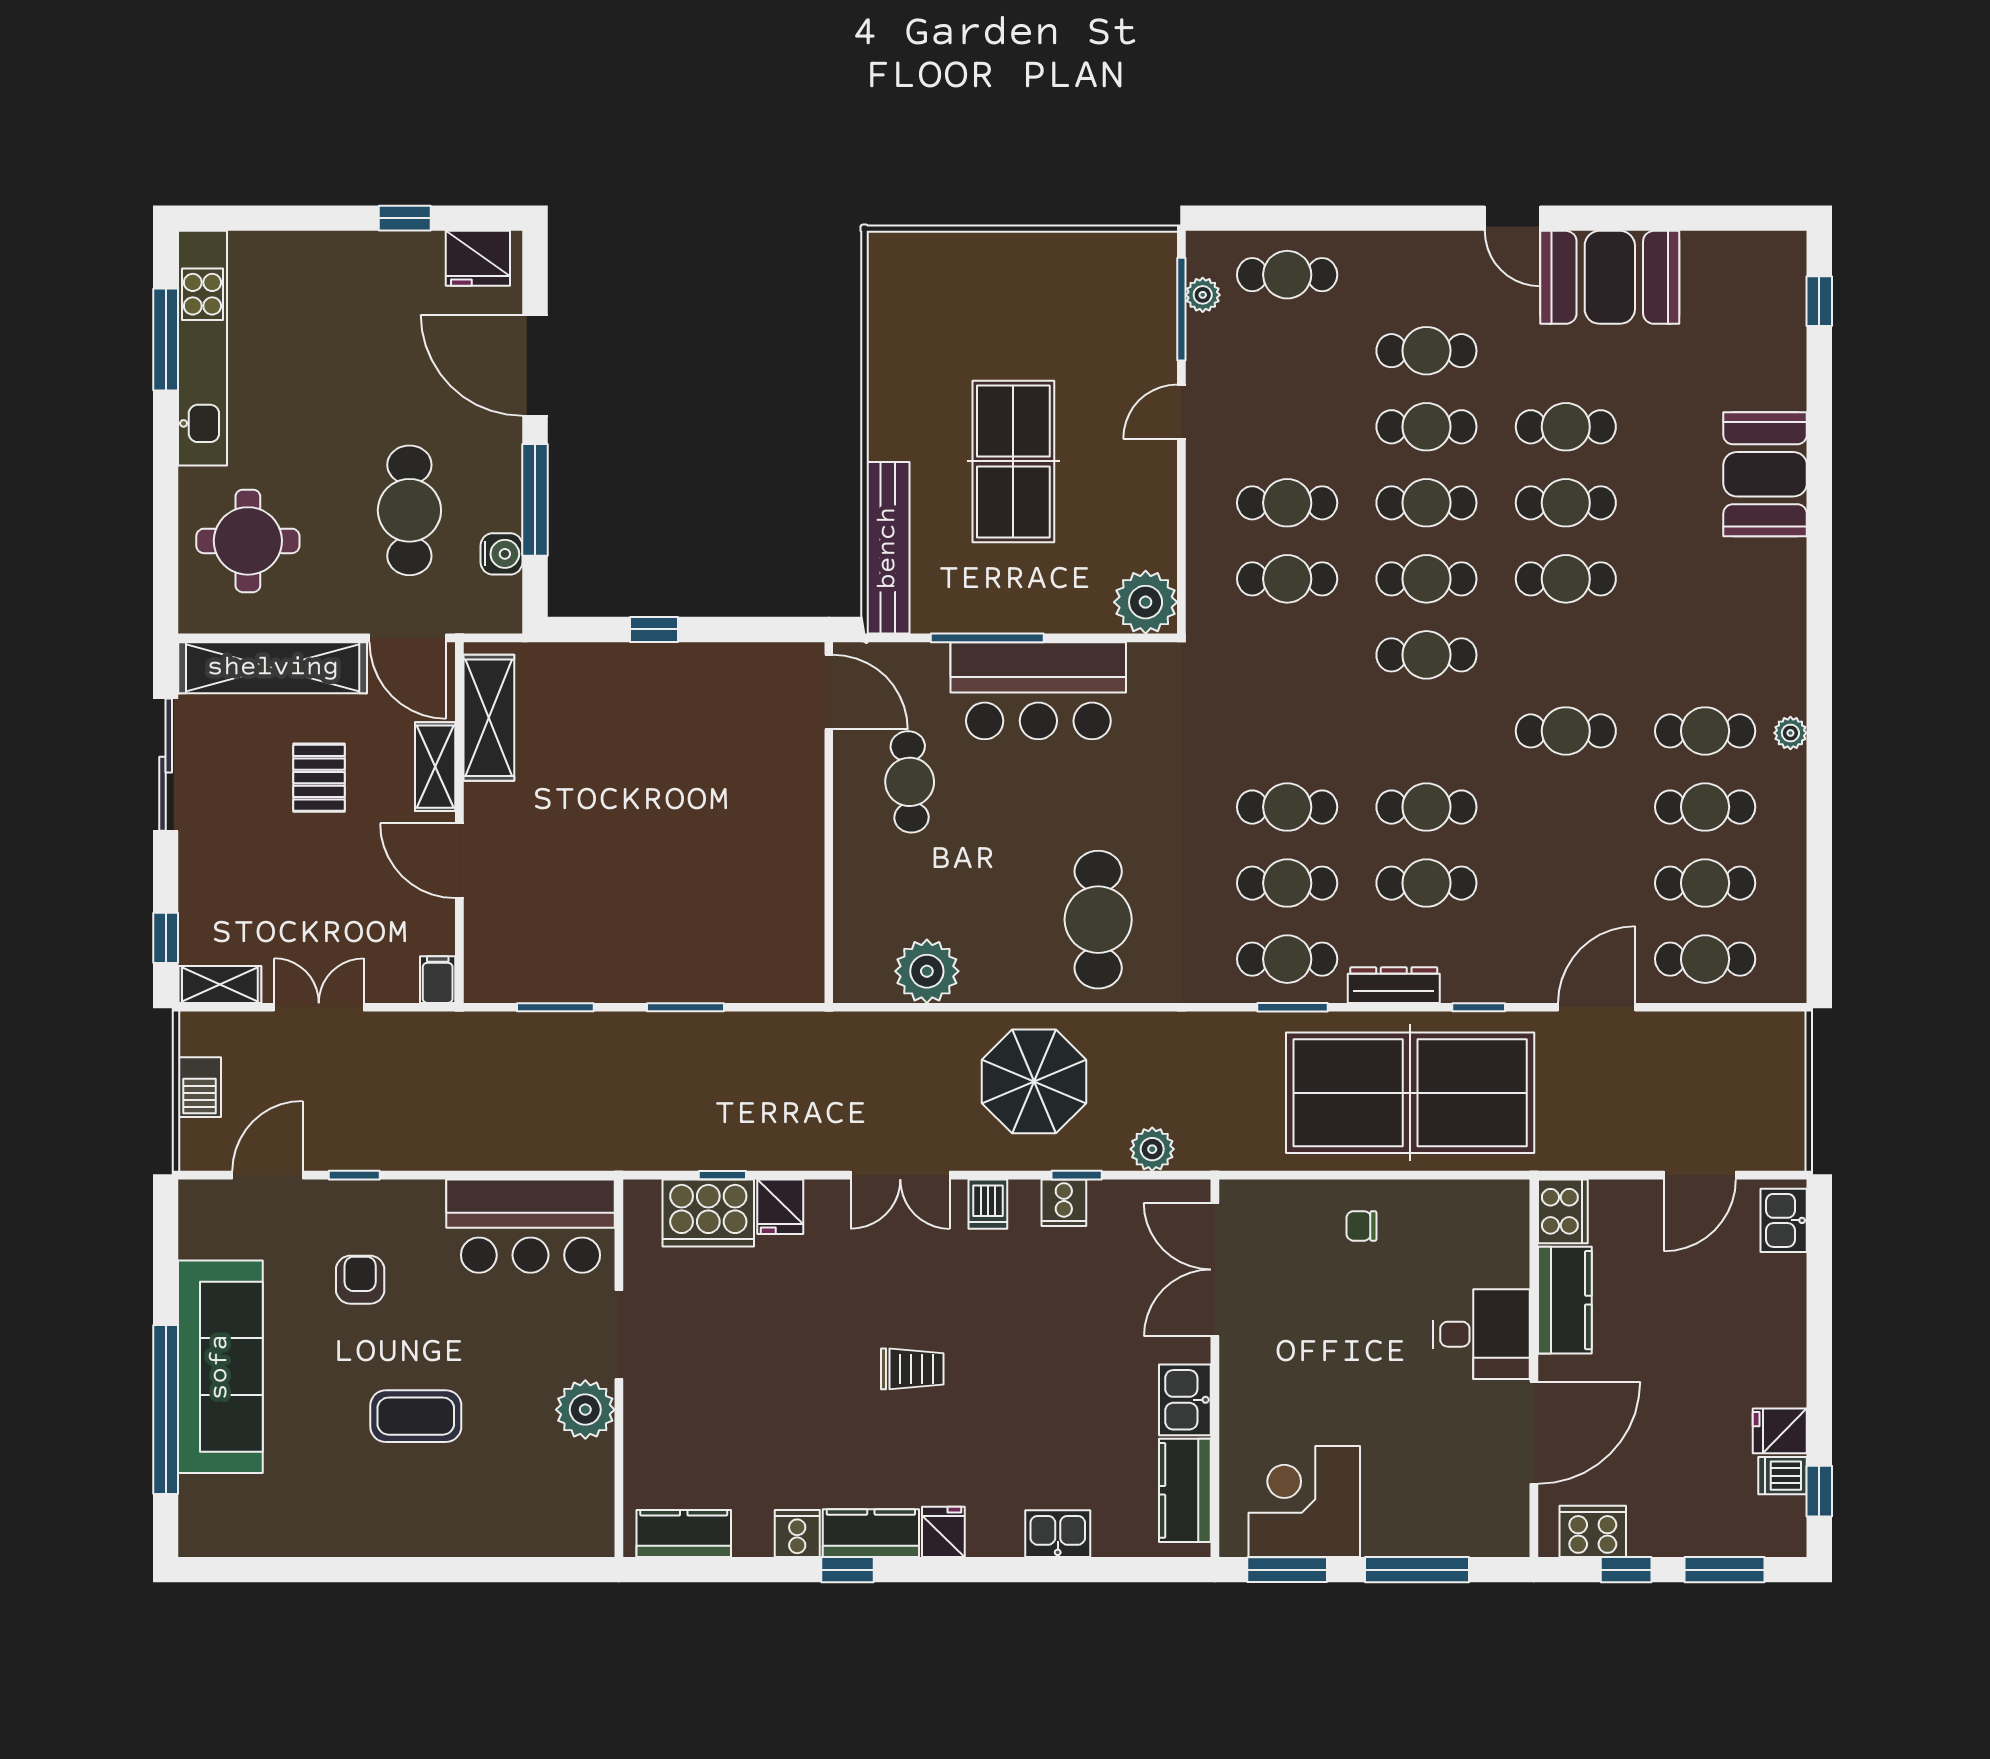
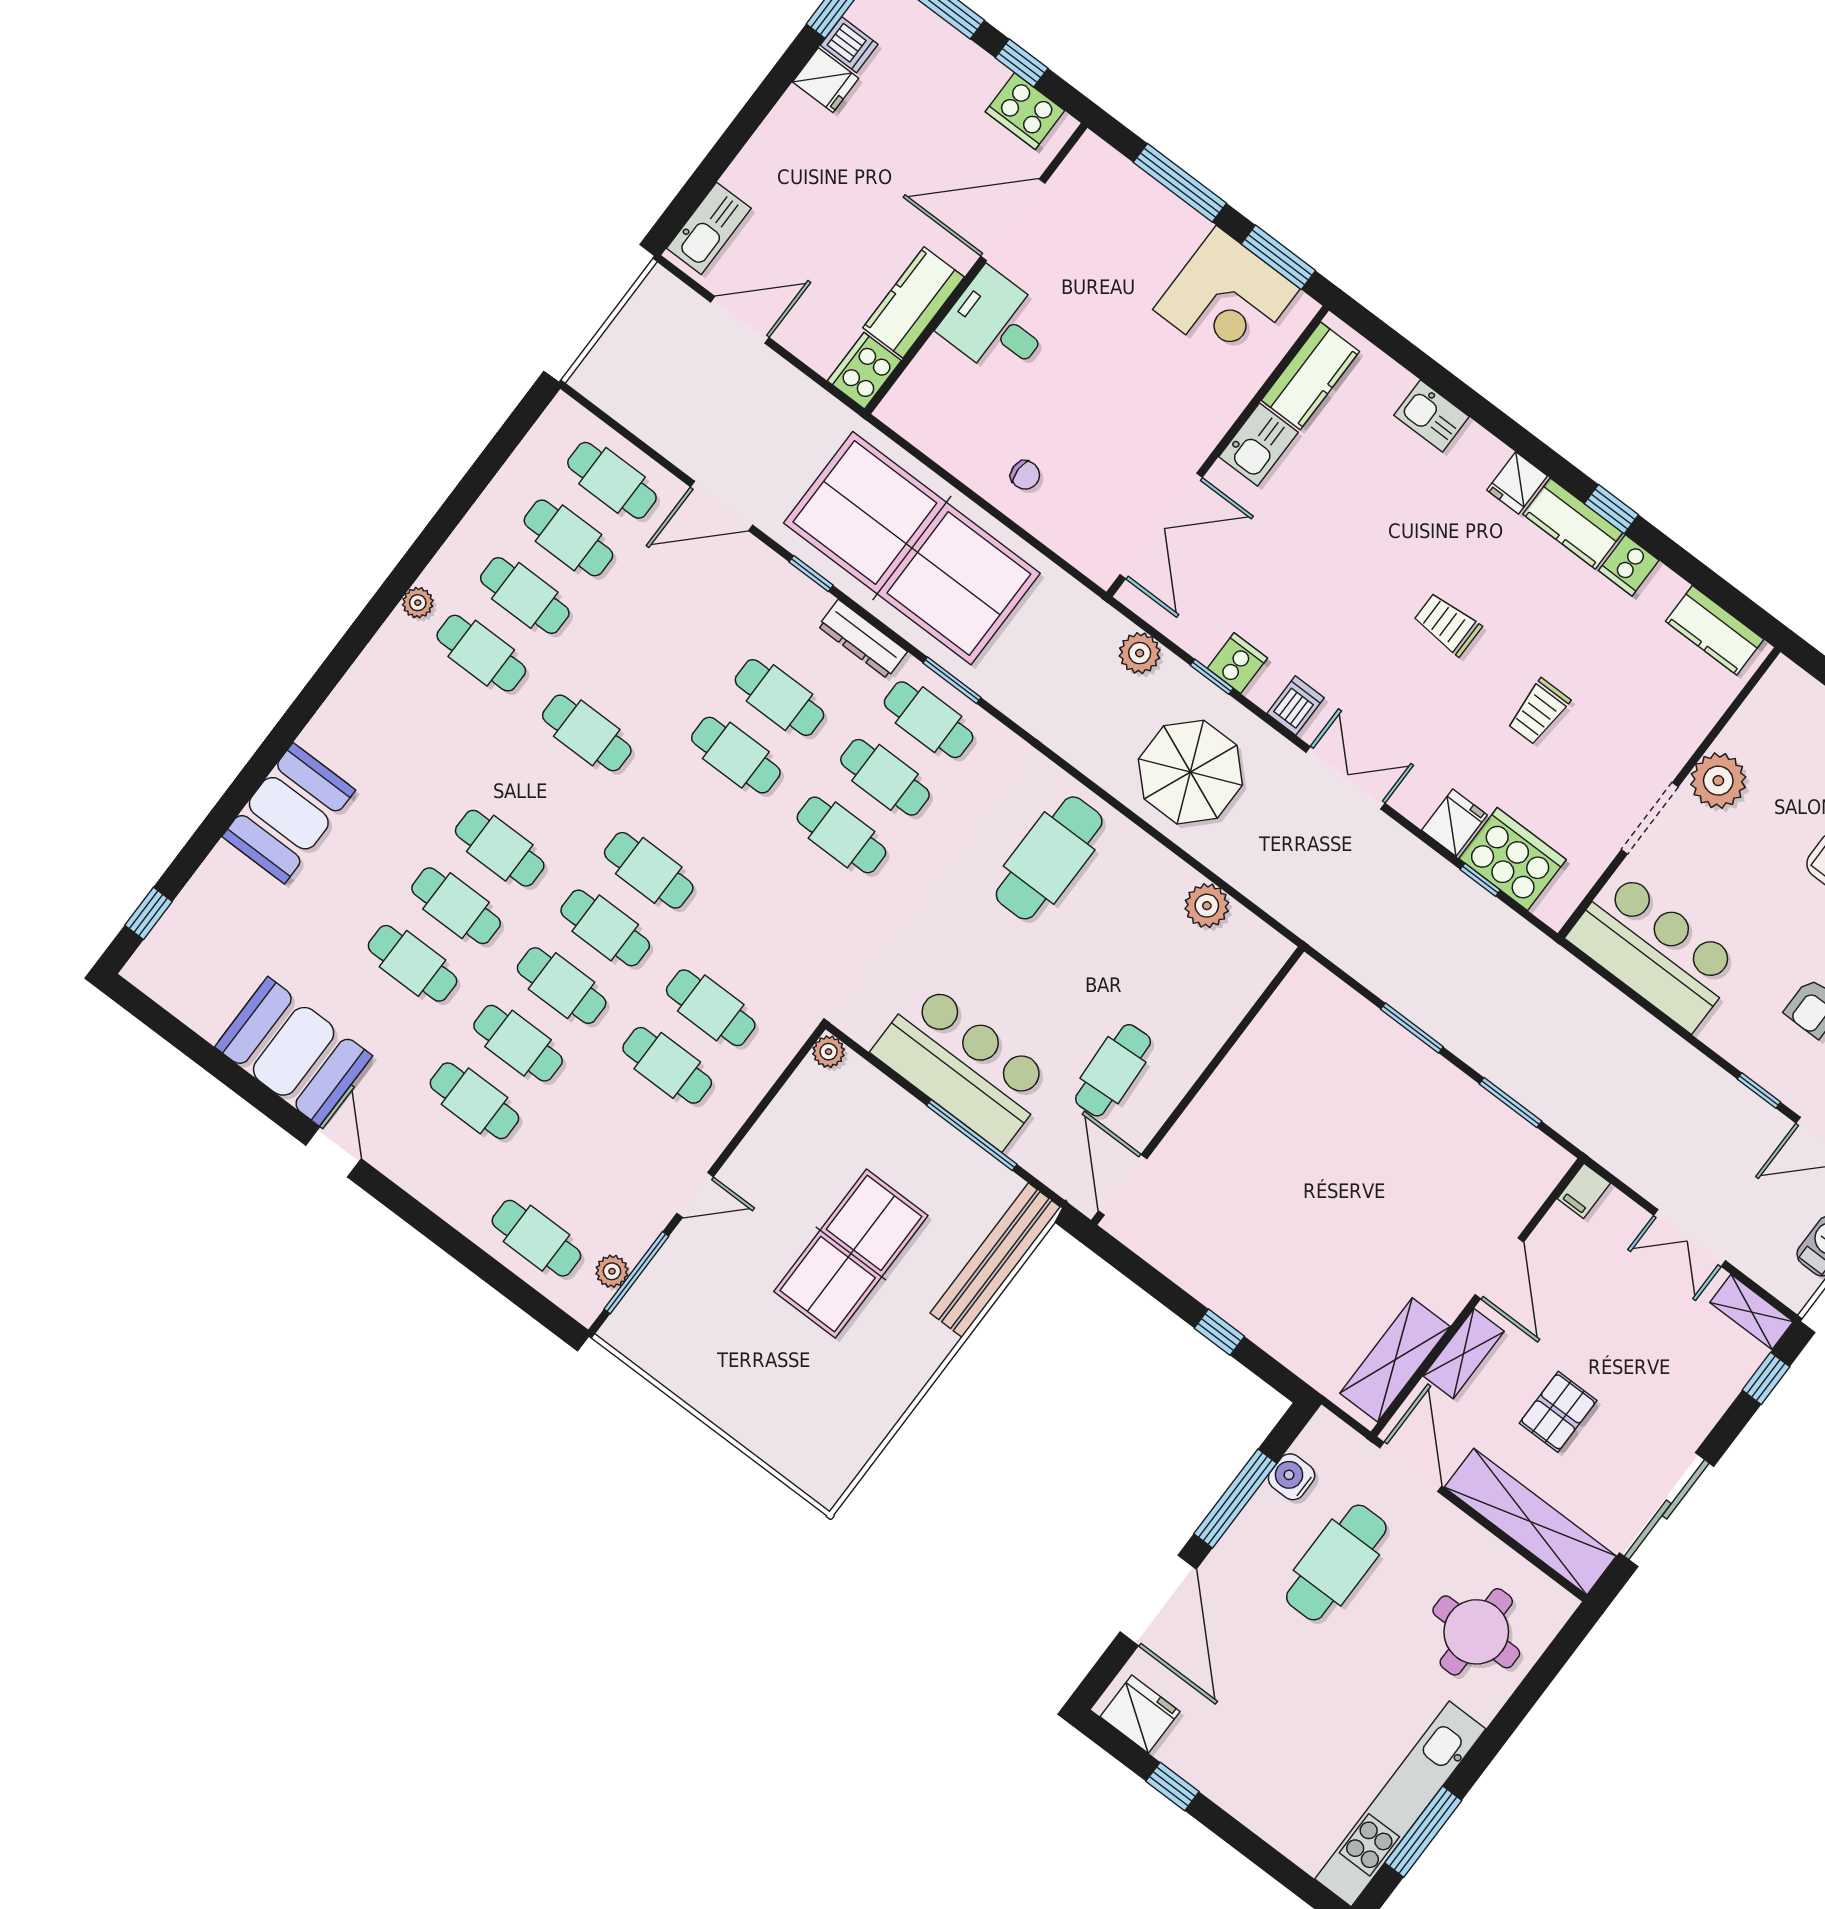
plant: (1146, 602) -> (829, 1052), width x0.53, depth x0.53
plant: (927, 971) -> (1207, 906), width x0.73, depth x0.73
kitchen sink: (1784, 1220) -> (709, 228), width x1.38
trolley: (780, 1353) -> (1539, 712), added

